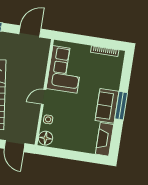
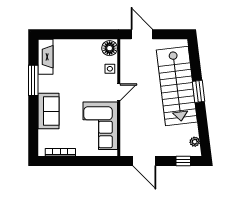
door: (30, 31) -> (144, 161), hinge flipped
sofa: (107, 106) -> (49, 111), moved
window: (121, 106) -> (33, 80), moved

